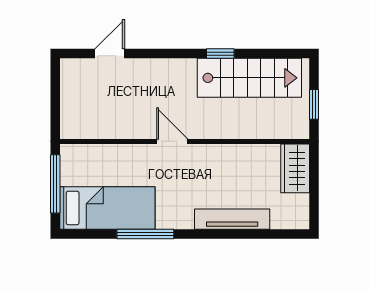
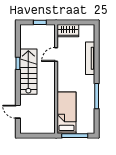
stairs: (249, 78) -> (28, 72), moved
door: (172, 141) -> (56, 54), moved
bed: (107, 208) -> (67, 113), moved

